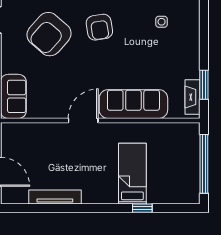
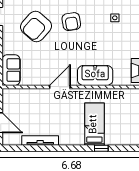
sofa: (133, 104) -> (95, 75), width x0.73

